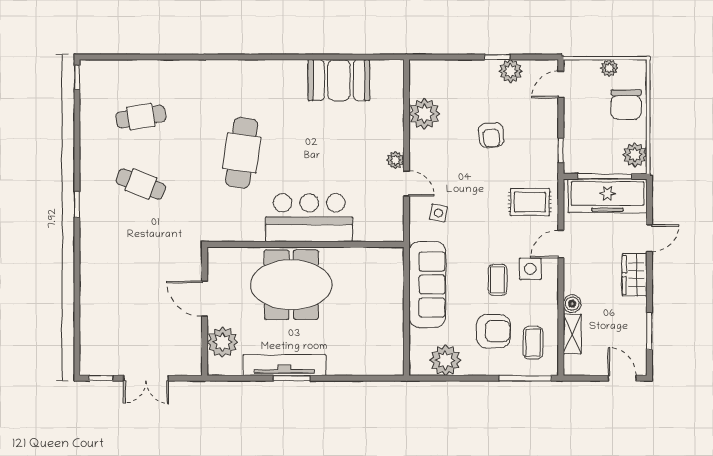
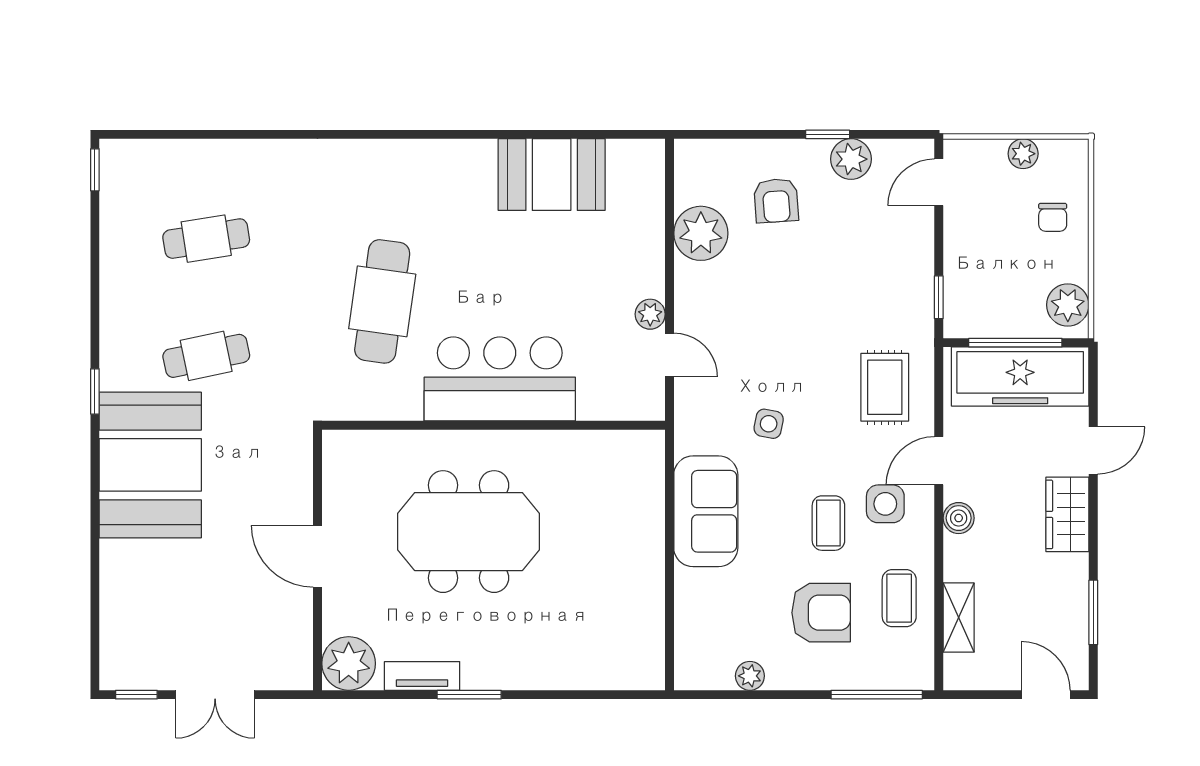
chair: (626, 105) -> (1053, 217), width x0.54, depth x0.54
armchair: (491, 135) -> (776, 201), moved
cafe table: (141, 184) -> (206, 356), turned -33
rug: (530, 202) -> (885, 387), turned 90
side table: (438, 213) -> (769, 424), moved
bar counter: (309, 218) -> (500, 379), moved
wall: (306, 244) -> (493, 425), moved
booth: (109, 247) -> (150, 465), added
sofa: (427, 285) -> (706, 511), width x0.73
boiler: (572, 304) -> (959, 518), moved
plant: (223, 342) -> (349, 663), moved
coffee table: (533, 343) -> (899, 598), moved
plant: (445, 360) -> (750, 676), width x0.53, depth x0.53
tv unit: (284, 365) -> (422, 676), width x0.52, depth x0.78

